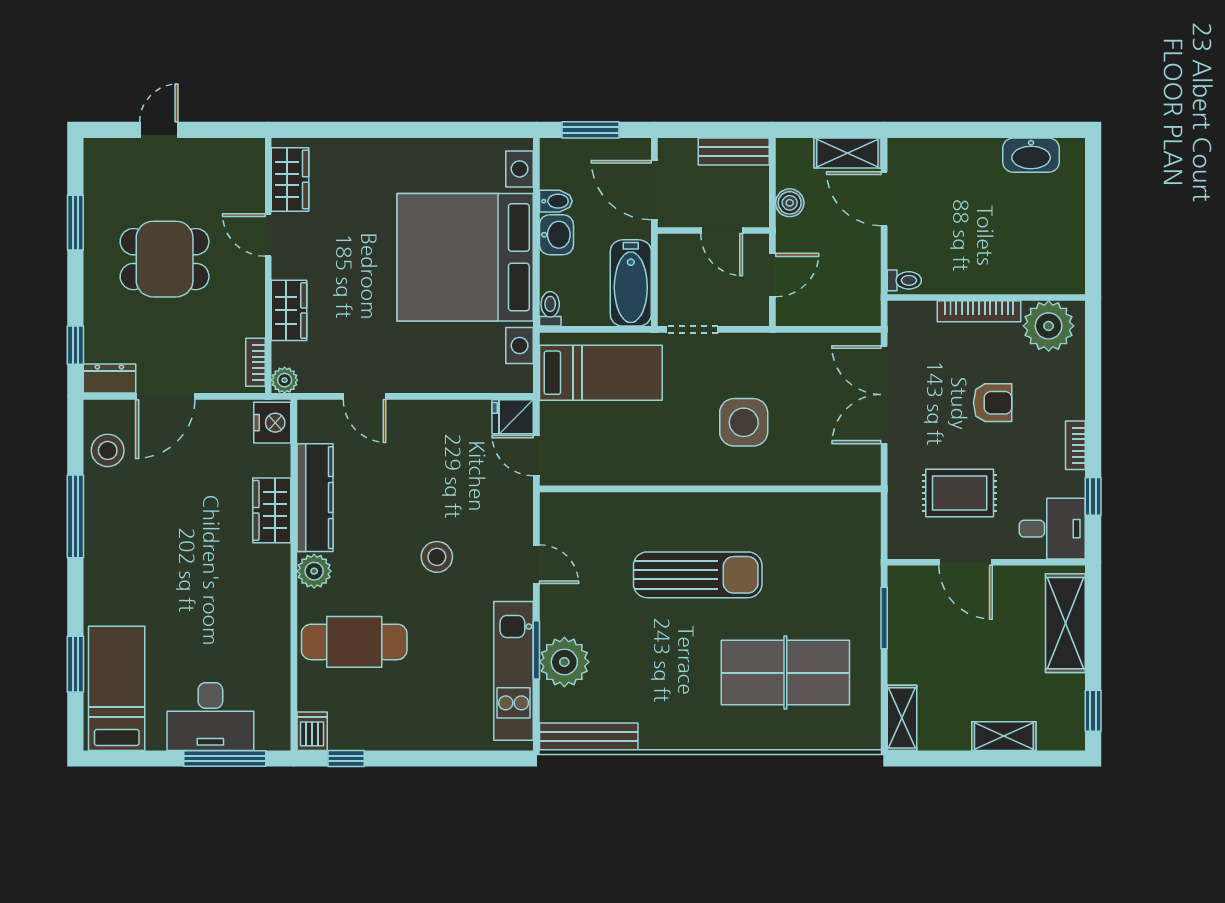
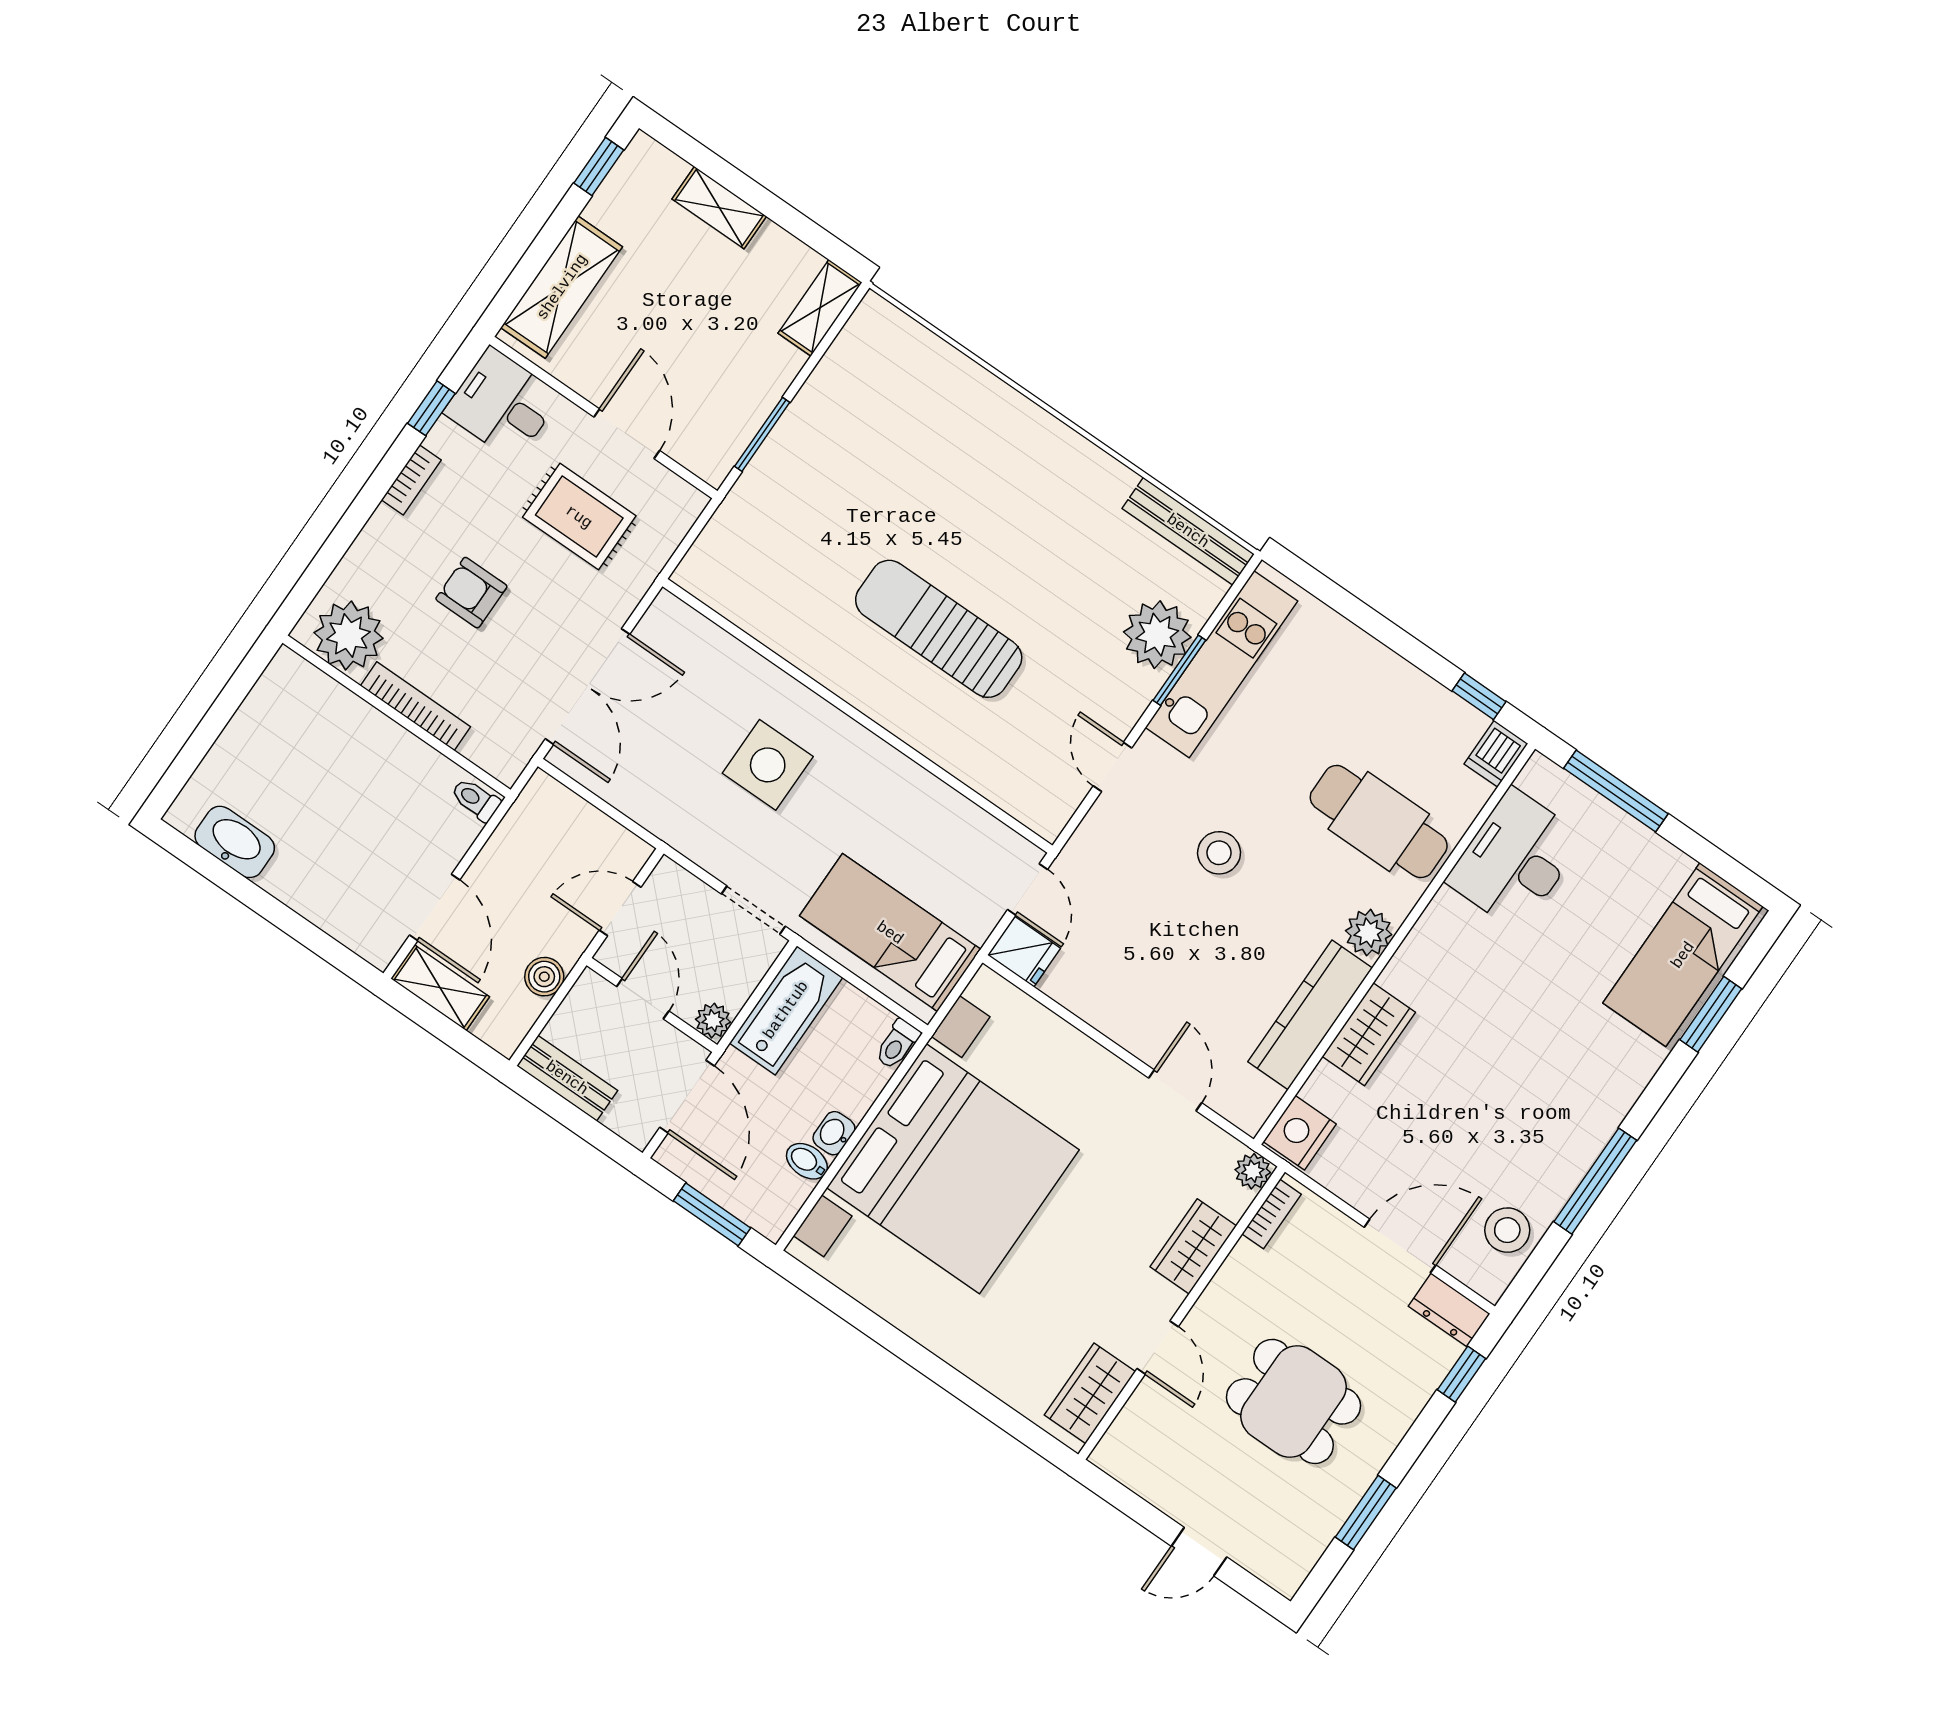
washbasin: (556, 235) -> (834, 1133), width x0.72, depth x0.69
plant: (670, 246) -> (713, 1021), added
table tennis table: (785, 673) -> (916, 450), removed
desk: (210, 717) -> (1515, 859), moved, turned -90

